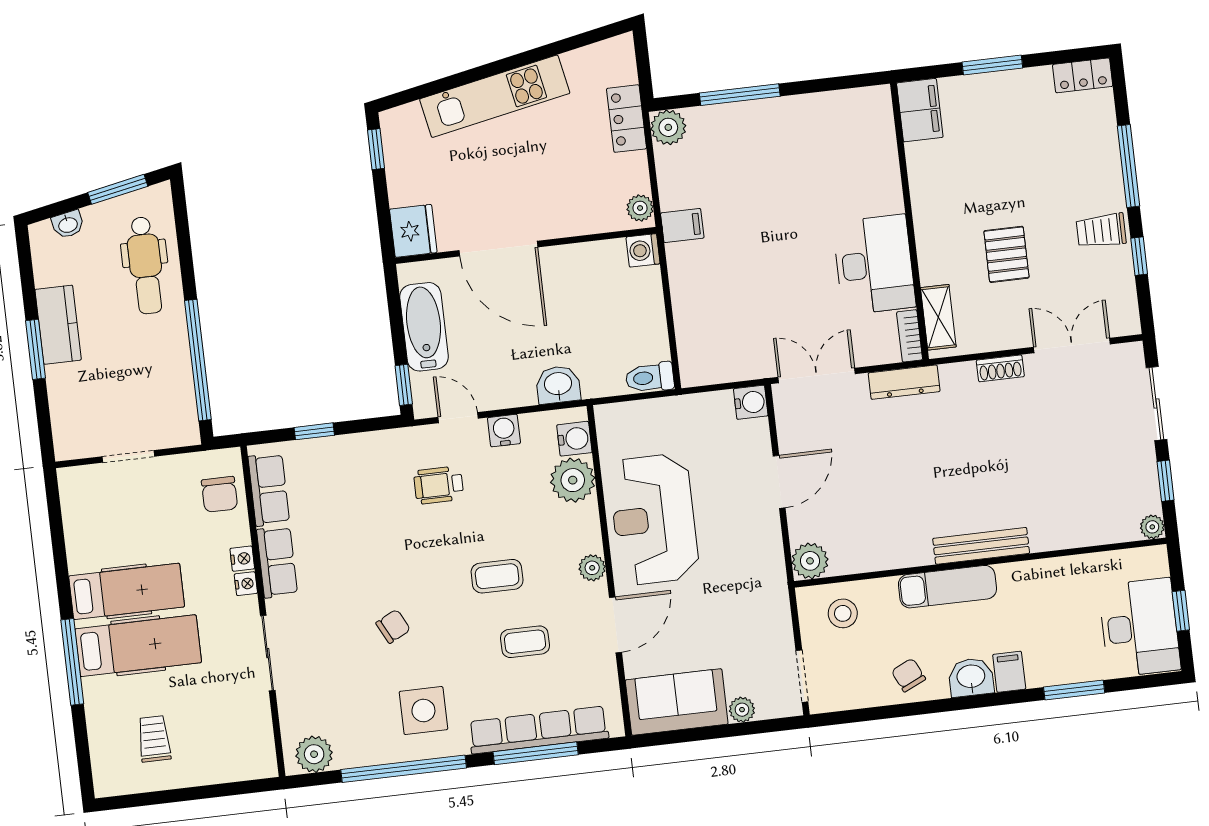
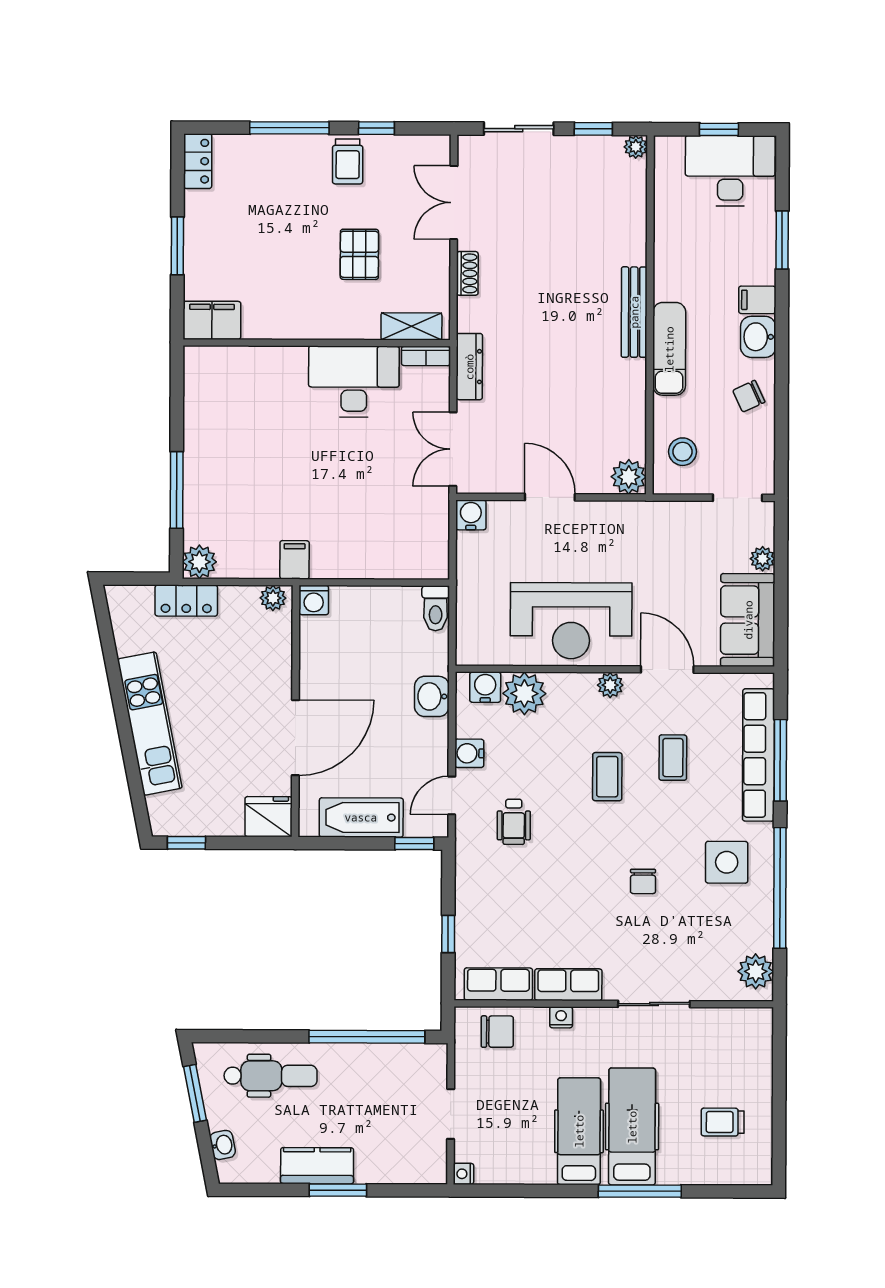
pallet: (1006, 254) -> (359, 254), turned 90
nightstand: (246, 584) -> (464, 1174), moved, turned -90
chair: (393, 626) -> (643, 881), turned -153

